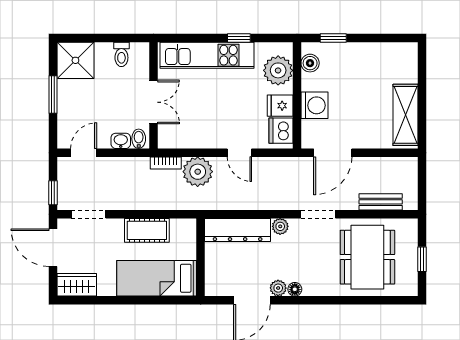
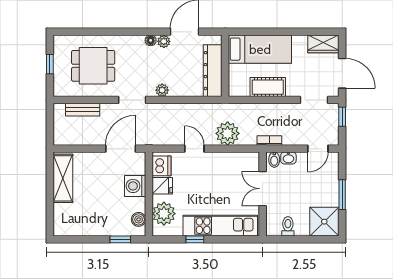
bookcase: (166, 163) -> (269, 140), moved
dresser: (238, 230) -> (213, 71), moved, turned -90
dining table: (367, 257) -> (93, 66), width x0.73

